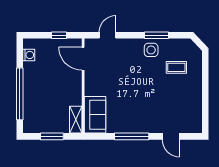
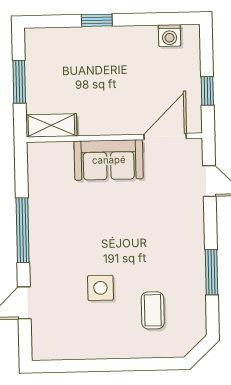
side table: (151, 50) -> (100, 288), moved
window: (20, 94) -> (97, 20), width x0.32
sofa: (95, 115) -> (109, 160), moved

